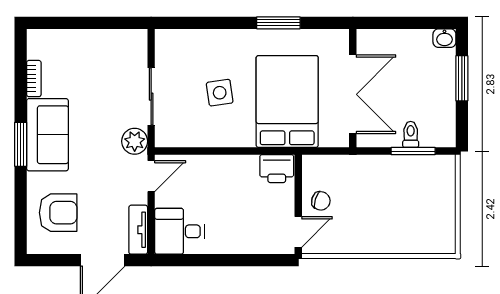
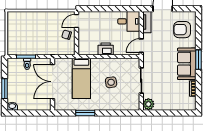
bed: (287, 102) -> (81, 78), width x0.67
plant: (135, 141) -> (148, 104), moved
printer: (277, 169) -> (106, 49), moved

